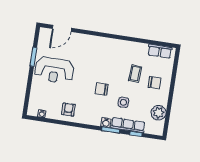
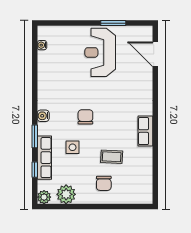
row of seats: (160, 51) -> (145, 131), moved
armchair: (68, 109) -> (53, 78), removed
water cooler: (106, 123) -> (43, 116), moved
plant: (158, 130) -> (44, 197), added

